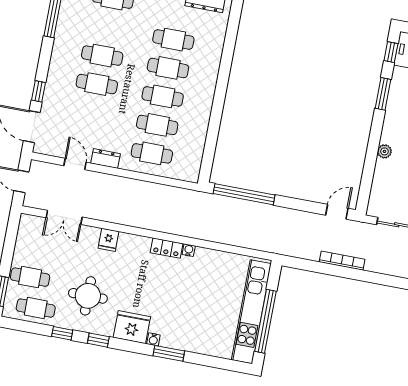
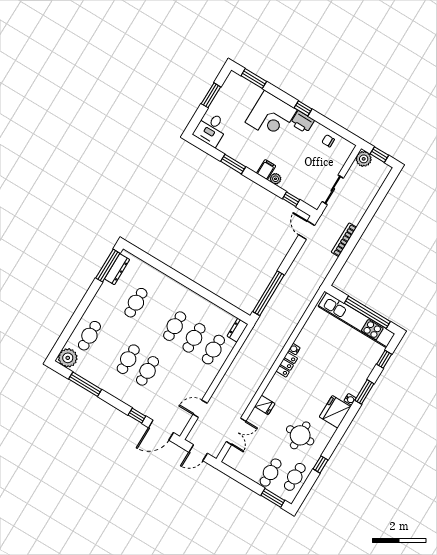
window: (391, 52) -> (291, 199), moved
cafe table: (168, 68) -> (155, 314), removed
filing cabinet: (391, 136) -> (266, 170), added
dresser: (106, 159) -> (238, 330), moved
window: (98, 340) -> (384, 359), moved

